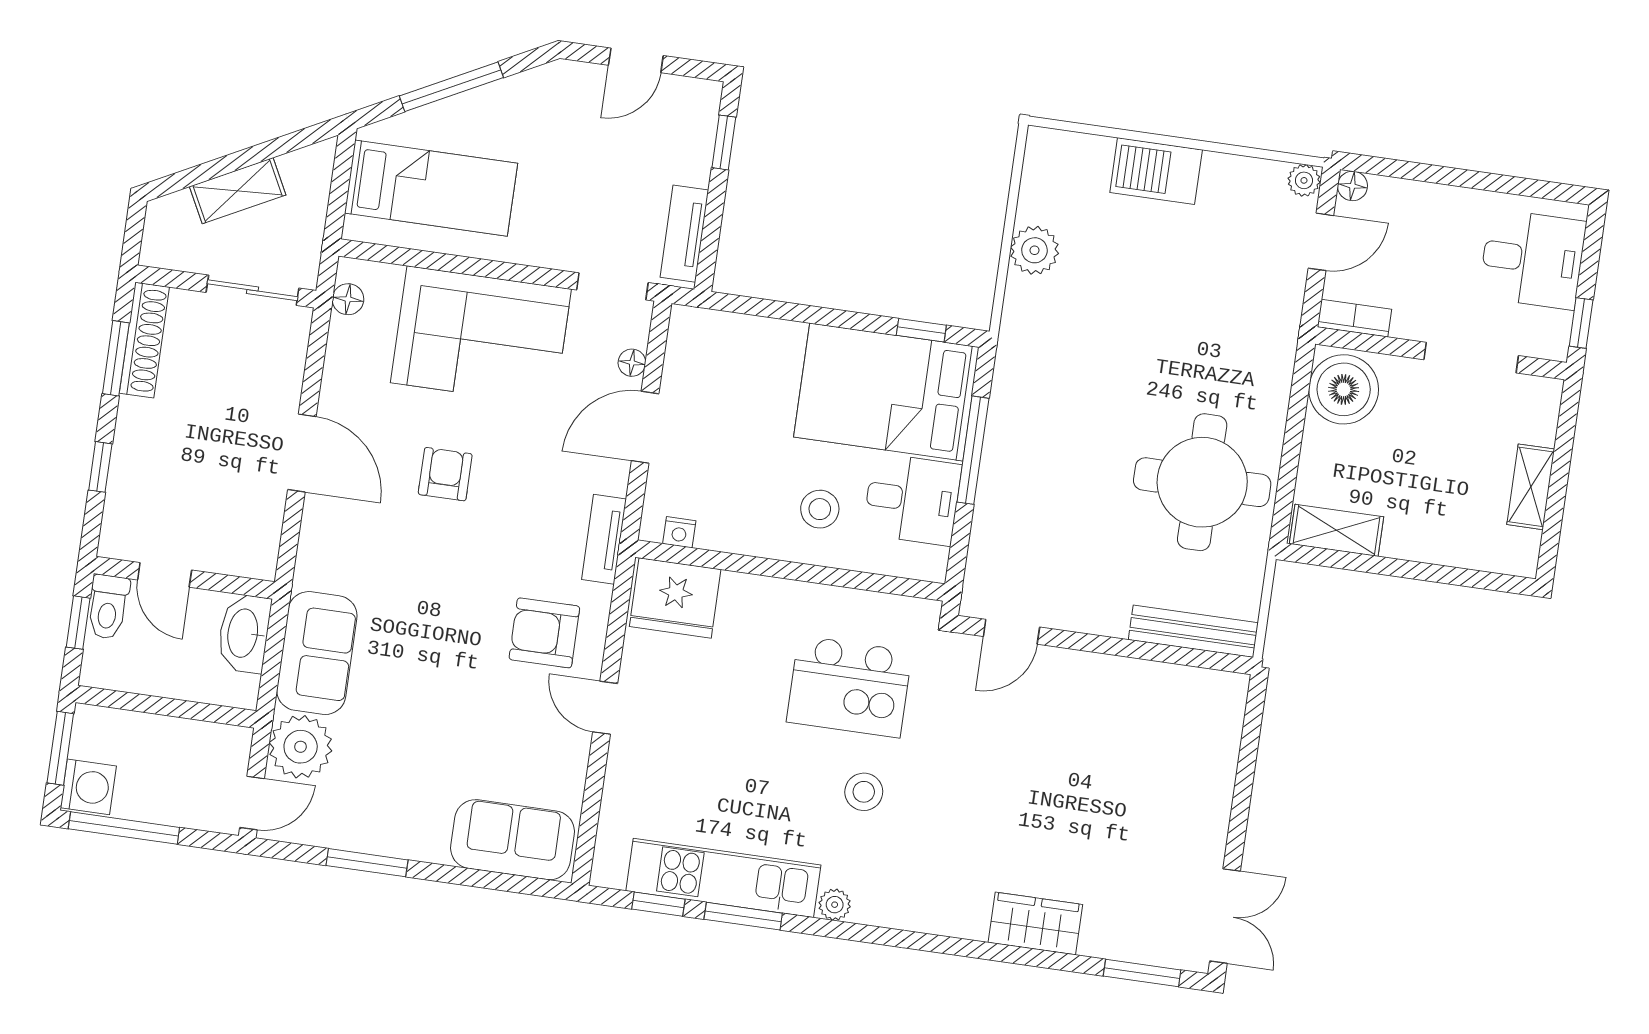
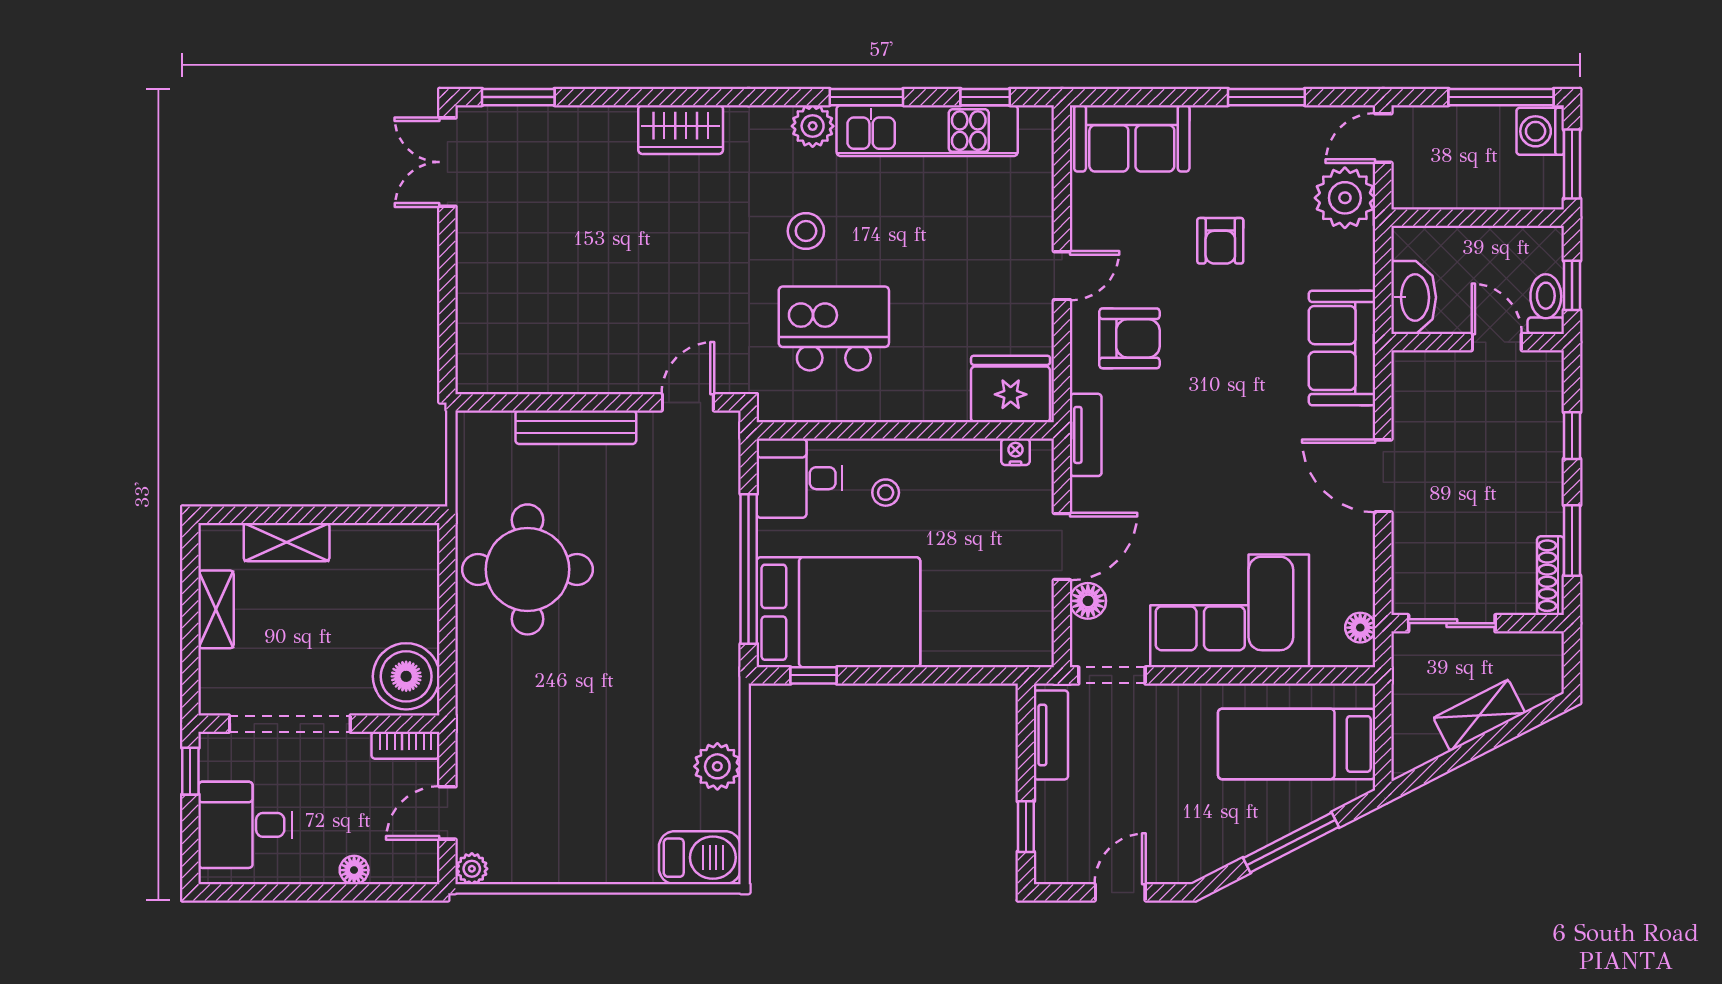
barbecue: (1156, 171) -> (700, 858), moved
floor lamp: (1352, 186) -> (354, 870), moved
shoe rack: (144, 340) -> (1551, 576), width x0.74, depth x0.81
doorway: (1471, 358) -> (290, 724), width x1.36
floor lamp: (632, 363) -> (1088, 601), width x1.37, depth x1.37
window: (973, 450) -> (749, 569), width x1.46
armchair: (445, 474) -> (1220, 241), moved
desk: (912, 499) -> (800, 478), moved
stool: (820, 509) -> (886, 493), width x0.73, depth x0.73
shelving: (1337, 530) -> (287, 542), moved
bench: (1193, 631) -> (576, 427), moved
sofa: (317, 653) -> (1342, 348), moved
door: (605, 708) -> (1062, 276), hinge flipped
plant: (835, 905) -> (813, 126), width x1.38, depth x1.38
window: (743, 916) -> (866, 97), moved
wardrobe: (1035, 923) -> (681, 130), moved

